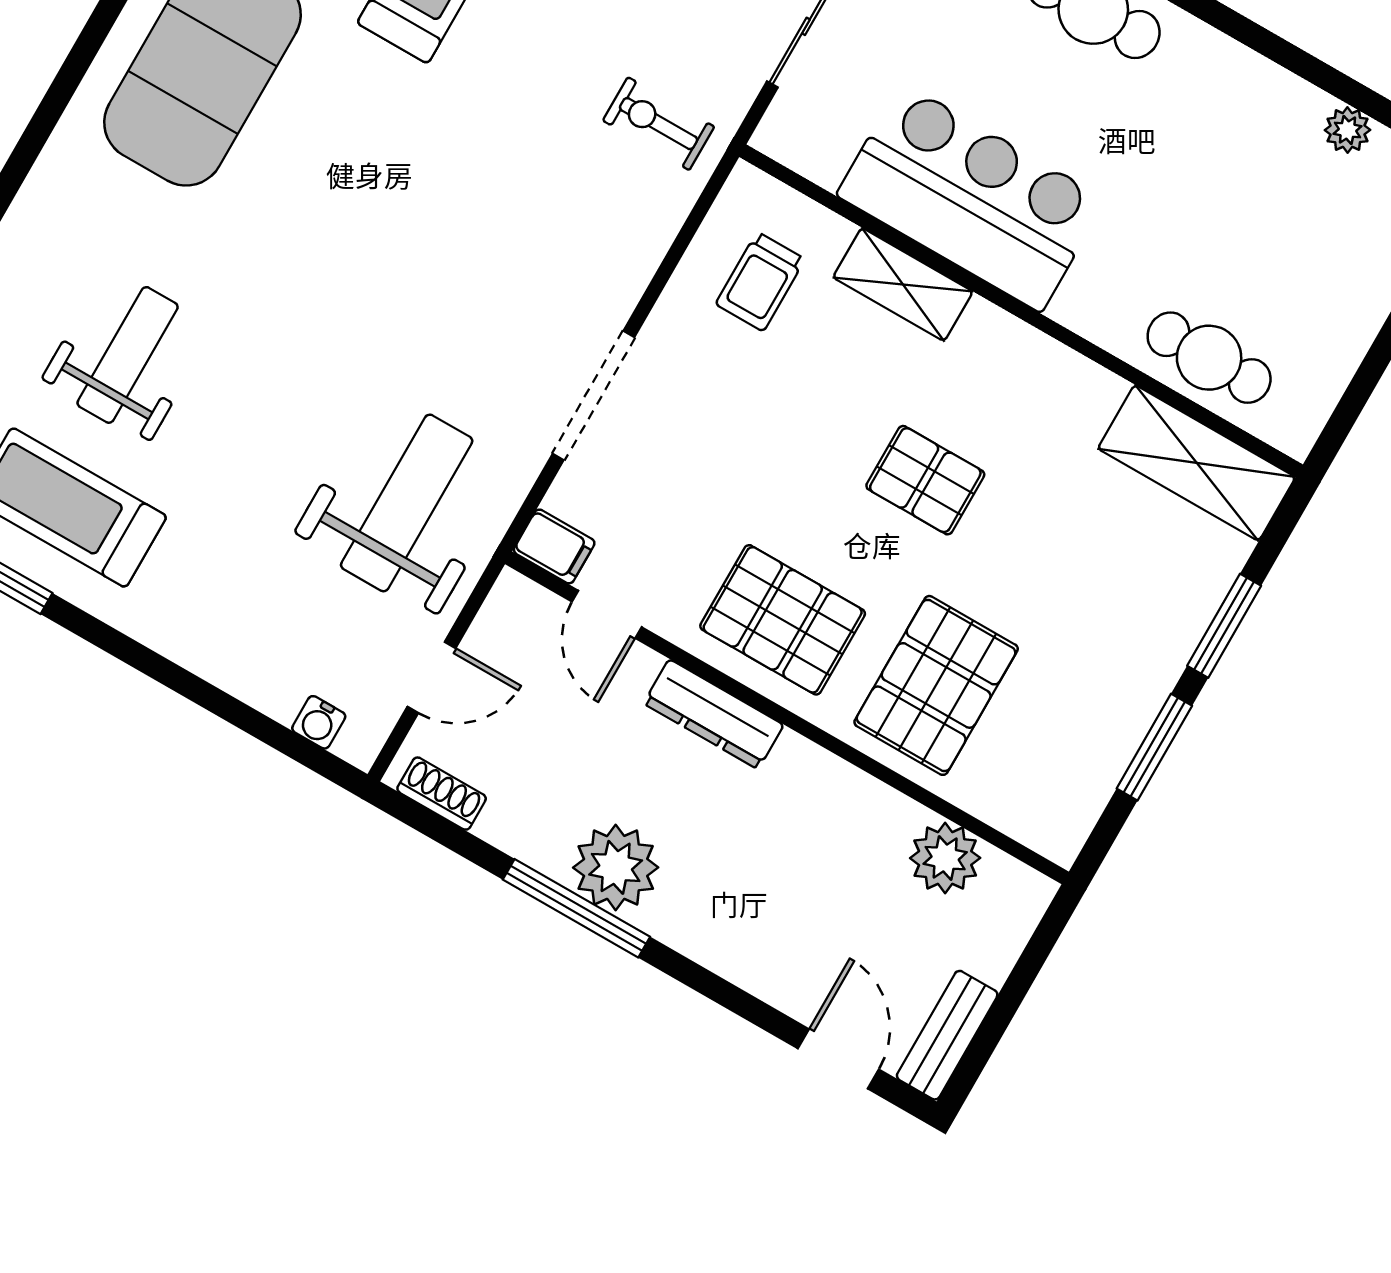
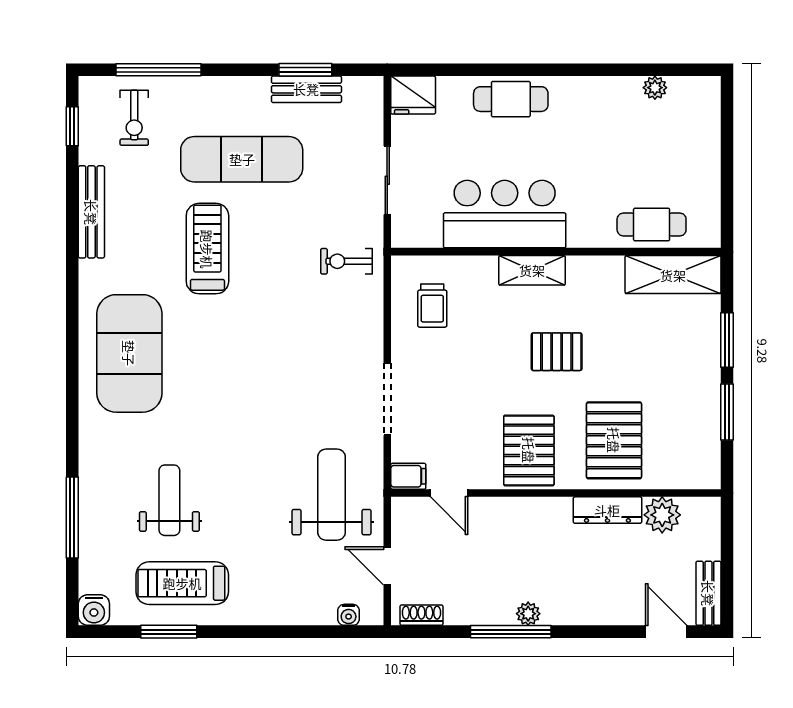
shelving: (903, 284) -> (532, 270), moved
pallet: (783, 620) -> (529, 450), turned 90
door: (432, 677) -> (387, 566), swing flipped
dresser: (714, 714) -> (607, 510), moved
plant: (616, 867) -> (528, 614), width x0.53, depth x0.53

